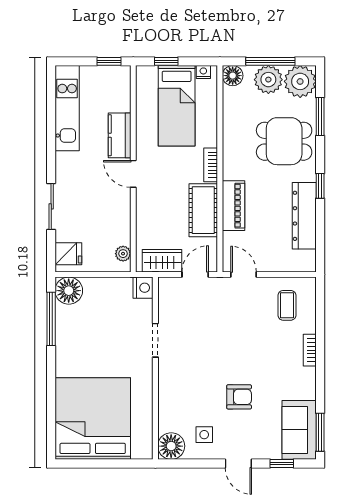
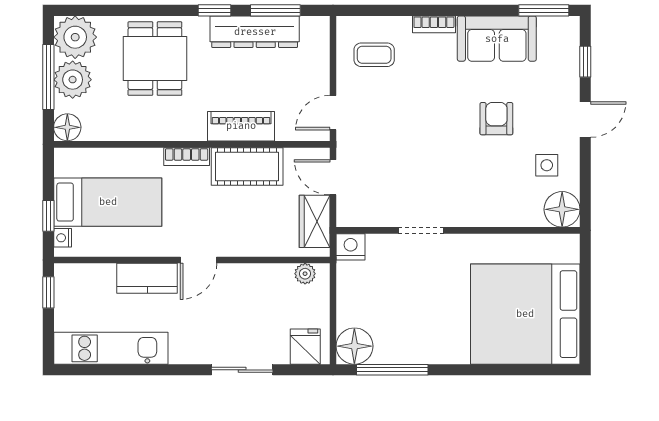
nightstand: (203, 72) -> (63, 238), moved
window: (320, 116) -> (275, 10), moved
sofa: (299, 430) -> (497, 39), moved

